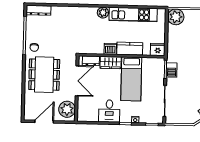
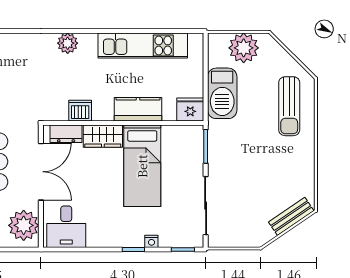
plant: (103, 13) -> (68, 43), moved
plant: (176, 17) -> (244, 48), moved
dishwasher: (110, 49) -> (80, 111), moved
barbecue: (172, 70) -> (222, 93), moved, width x1.88, depth x1.53
desk: (109, 111) -> (66, 227), moved

